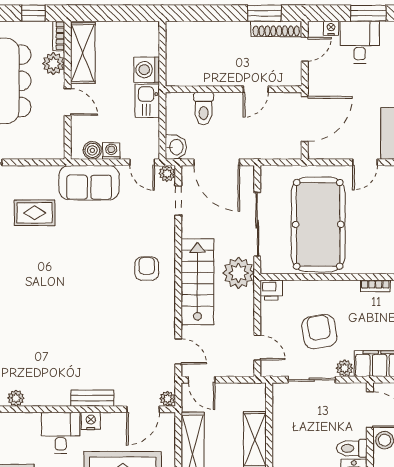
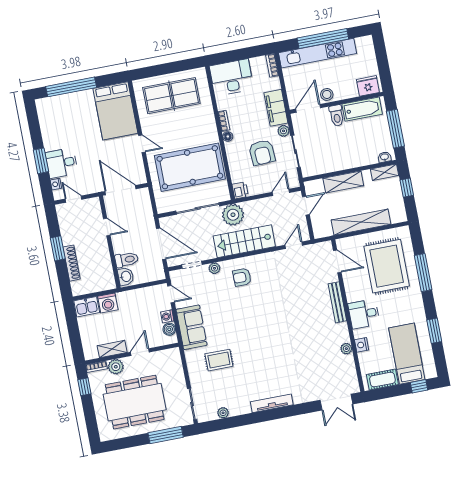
window: (264, 13) -> (58, 248), moved
shoe rack: (276, 29) -> (72, 263), moved
shelving: (83, 53) -> (112, 349), width x0.67, depth x0.75
kitchen sink: (147, 101) -> (87, 307), moved
washbasin: (176, 147) -> (126, 276), moved, turned 90
door: (142, 162) -> (171, 294), hinge flipped
door: (217, 162) -> (161, 244), hinge flipped
plant: (167, 174) -> (214, 268), moved
rug: (35, 213) -> (219, 360), turned 90
floor lamp: (352, 287) -> (228, 136), added
armchair: (319, 331) -> (262, 153), turned -83
door: (202, 380) -> (306, 206), moved
bench: (92, 398) -> (337, 302), width x1.36
plant: (168, 399) -> (327, 246), removed
nightstand: (91, 421) -> (362, 345), moved

